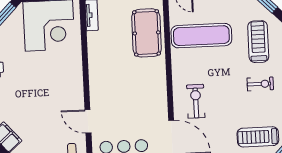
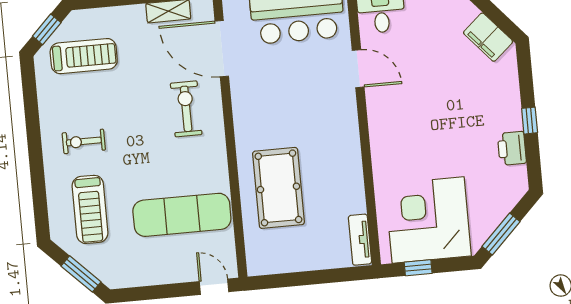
pool table: (147, 33) -> (278, 188), moved
exercise bike: (196, 101) -> (186, 109), turned 180

